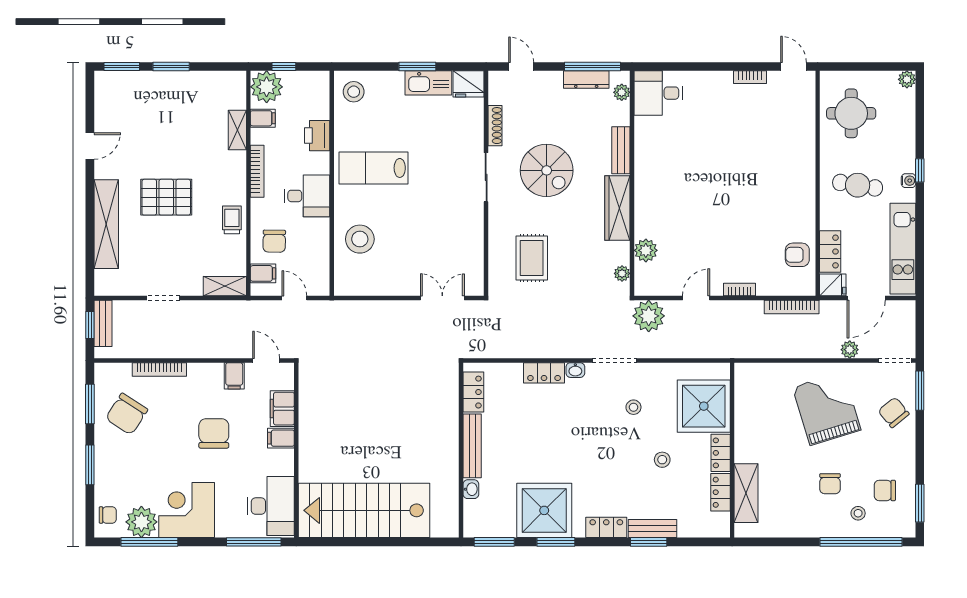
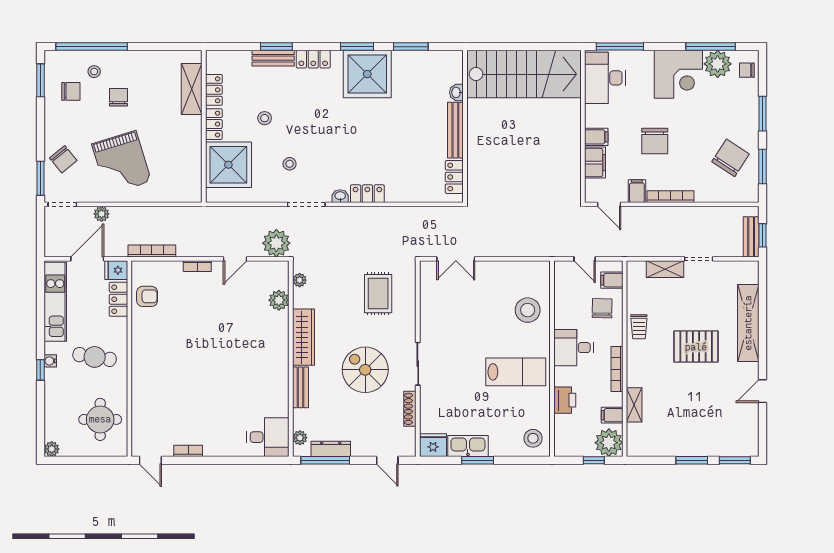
shelving: (225, 286) -> (665, 269), moved
bookcase: (159, 369) -> (671, 197), moved
locker: (473, 392) -> (454, 177), moved
bench: (472, 446) -> (455, 130), moved
wall: (461, 450) -> (465, 126), moved
washbasin: (471, 489) -> (456, 92), moved

